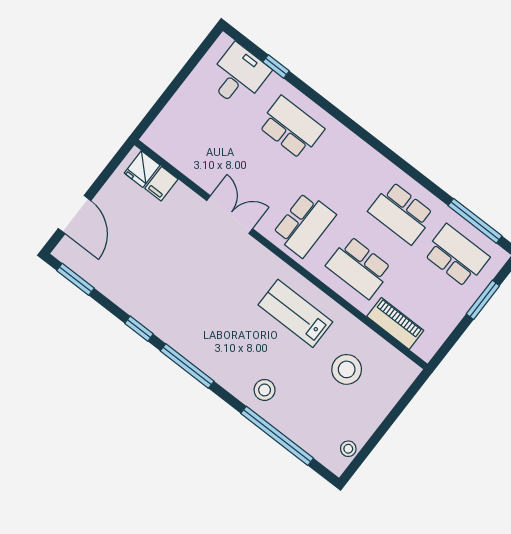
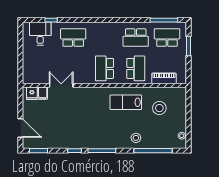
double door: (230, 215) -> (61, 85), moved
school desk: (304, 225) -> (104, 68), turned 180
school desk: (359, 267) -> (136, 68), turned -90

